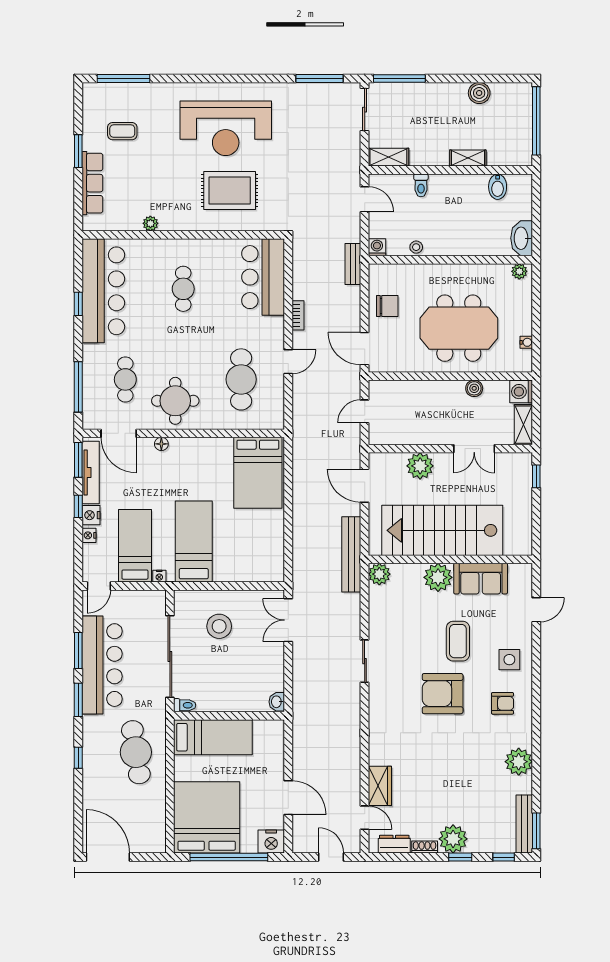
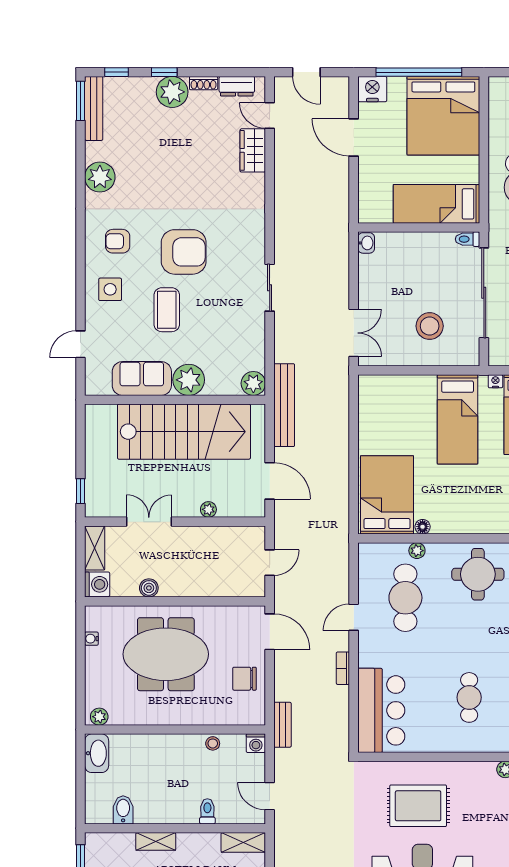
plant: (231, 422) -> (417, 551), added
floor lamp: (161, 444) -> (423, 527), moved
plant: (420, 466) -> (208, 509), width x0.53, depth x0.53

